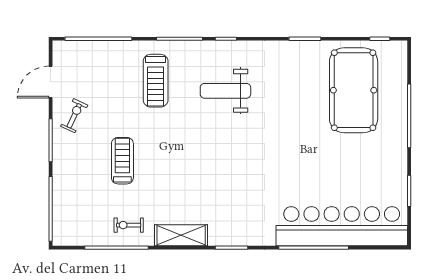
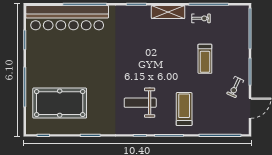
pool table: (354, 90) -> (60, 103), turned 90
weight bench: (225, 91) -> (140, 103), turned 180

